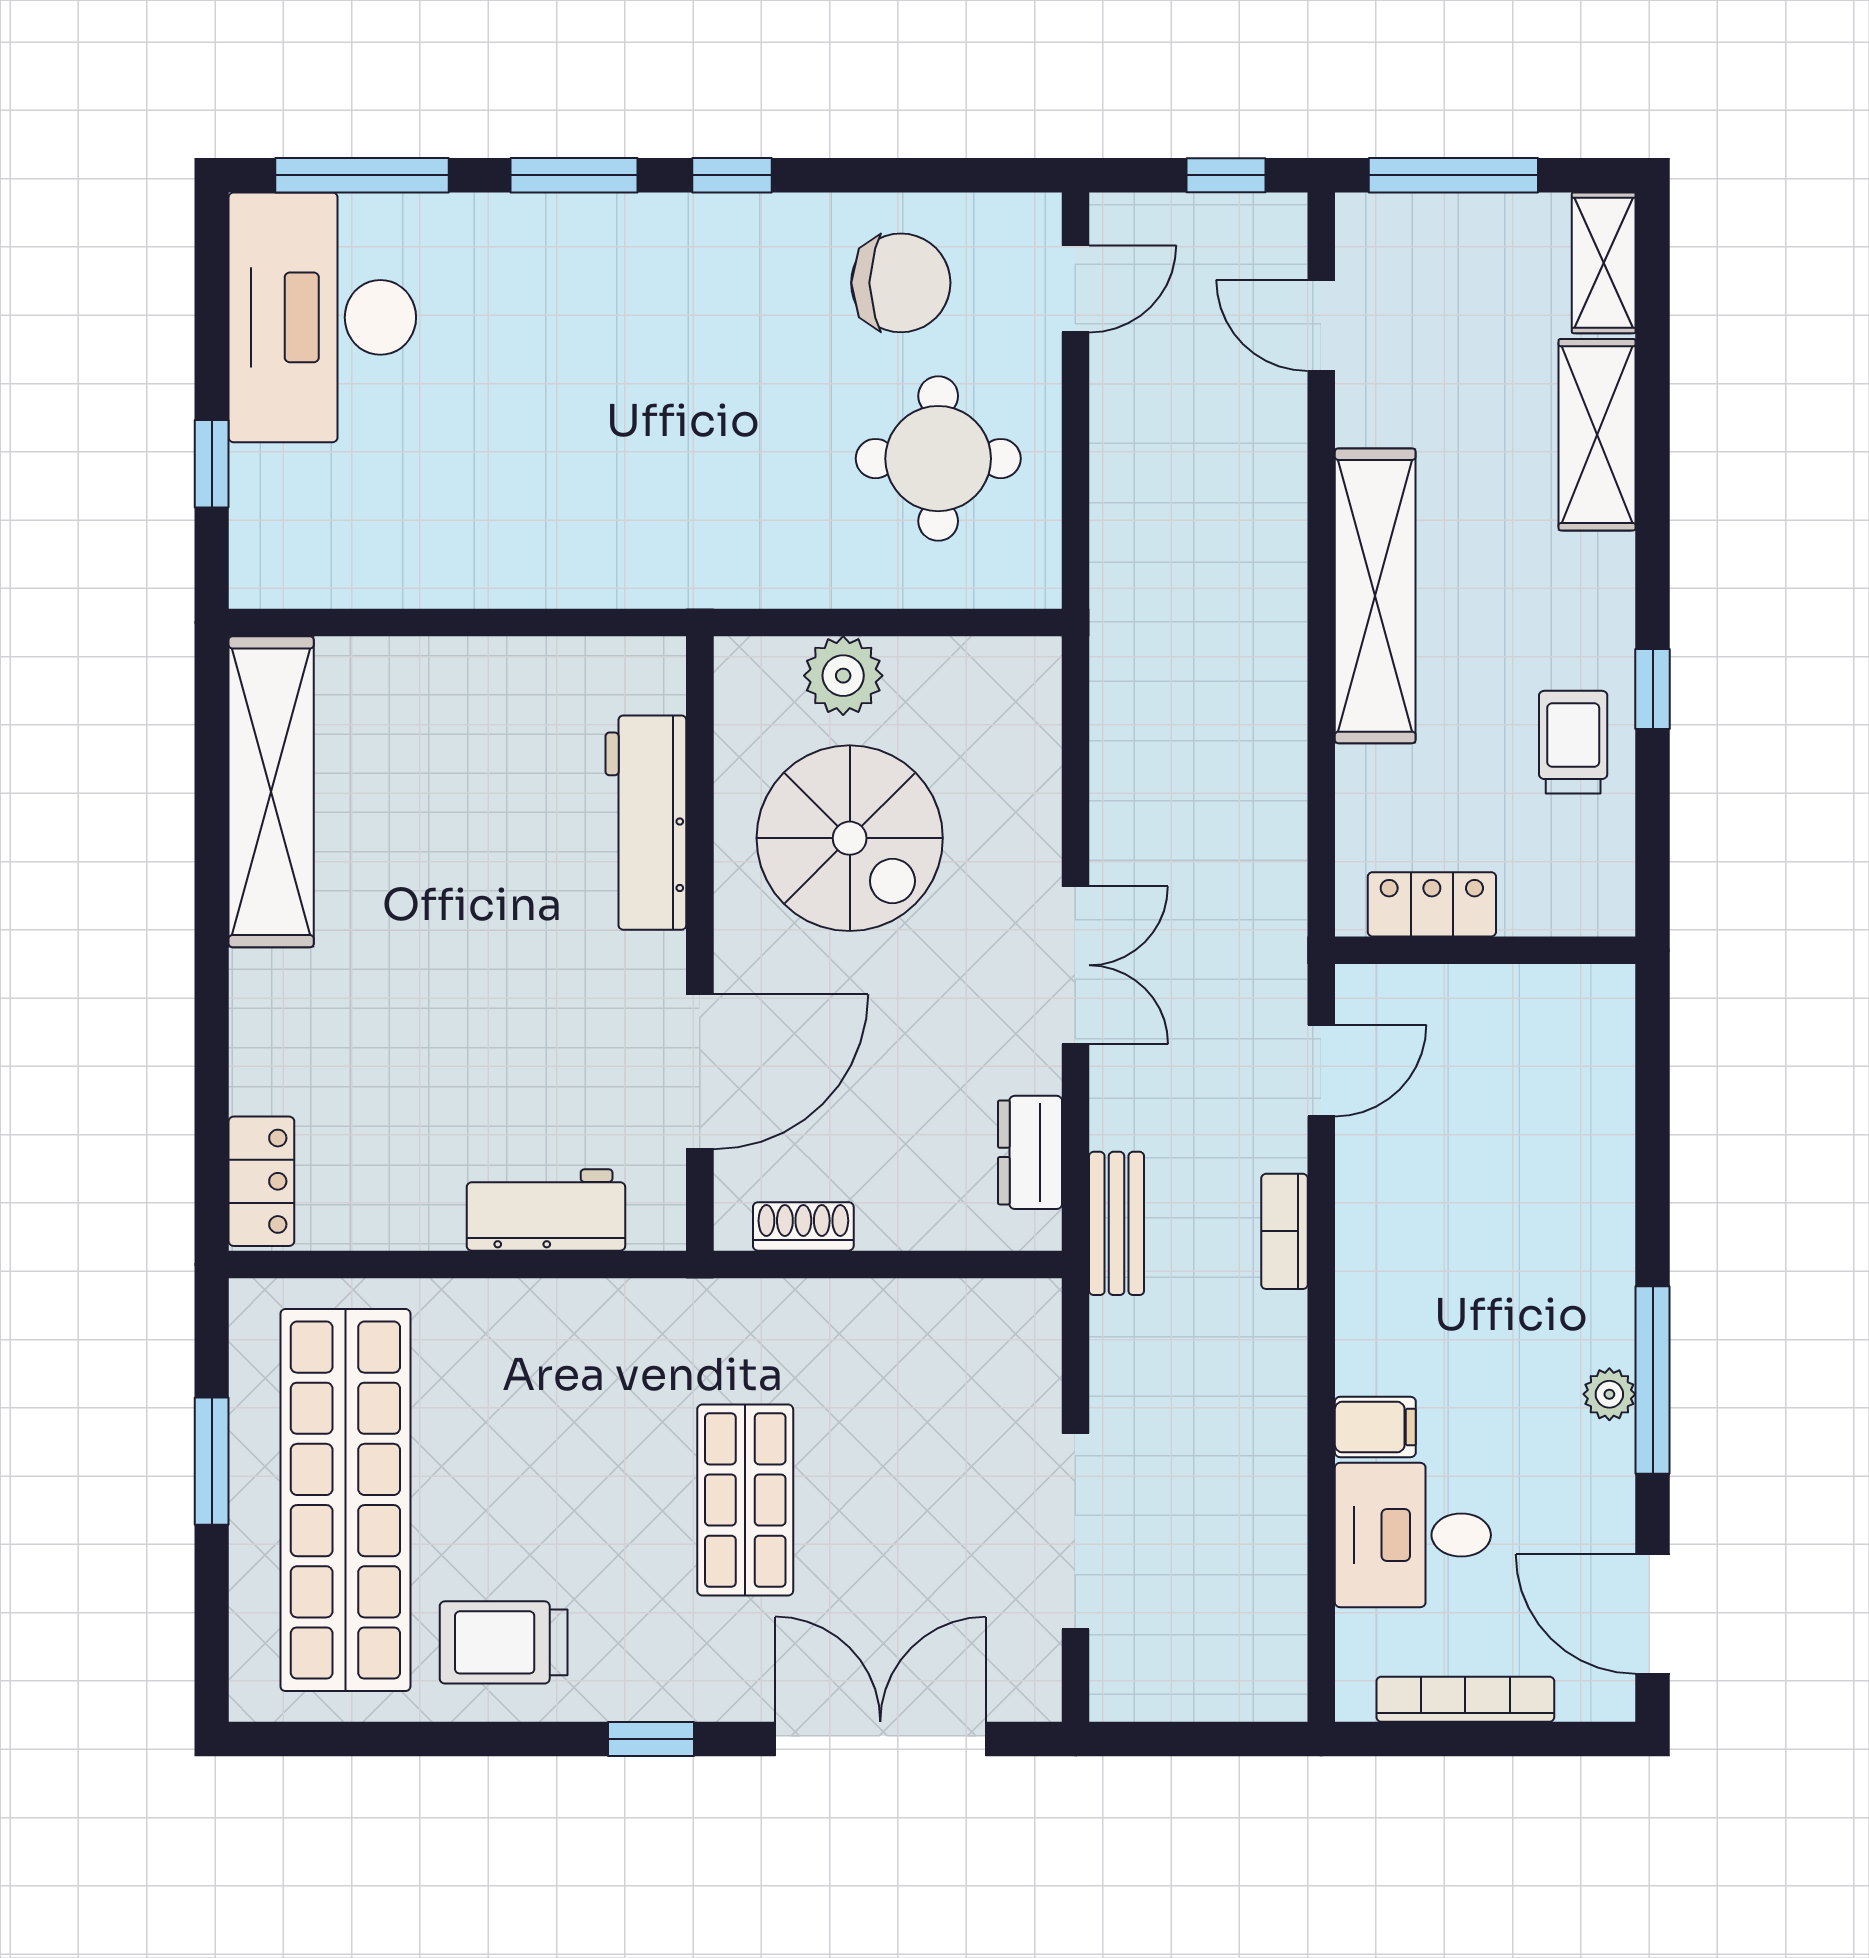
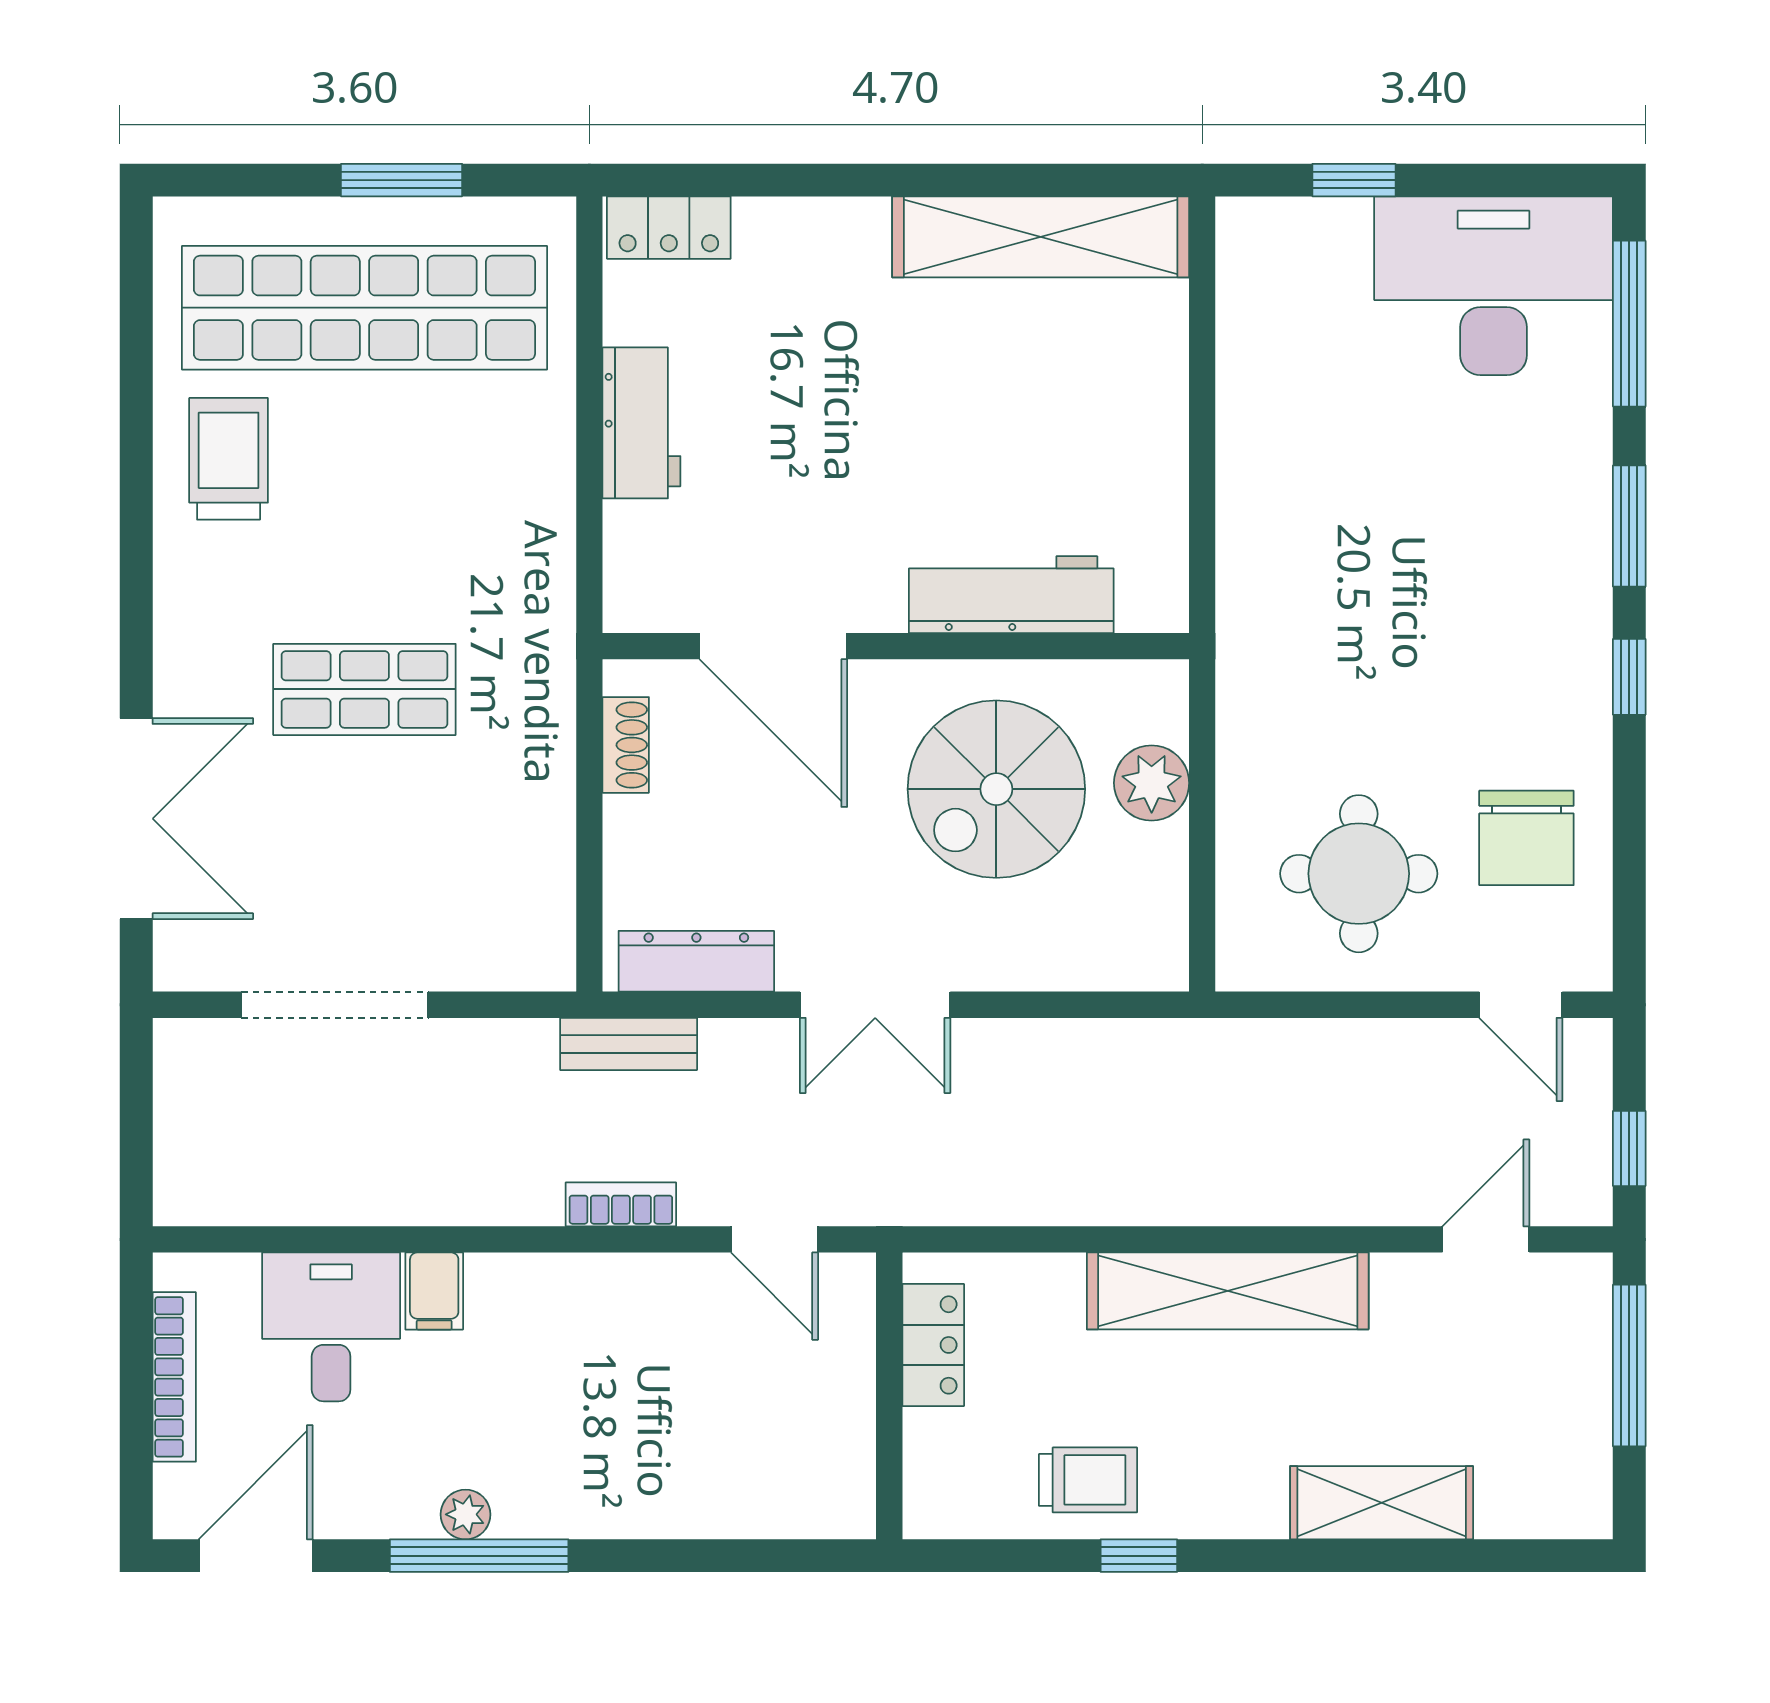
shelving: (1604, 263) -> (1546, 1509), removed
dresser: (1030, 1152) -> (696, 961), width x1.44
workbench: (546, 1210) -> (641, 423), moved
window: (651, 1739) -> (136, 600), removed

